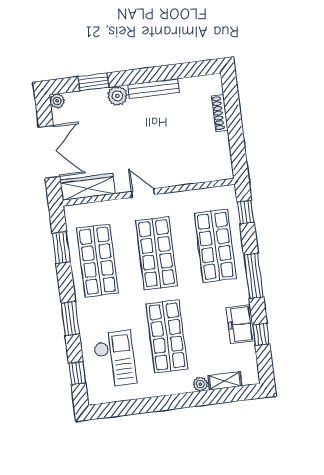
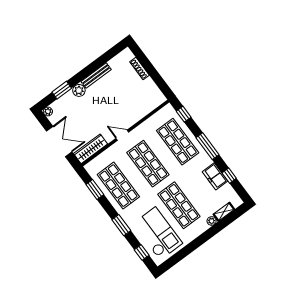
checkout: (115, 359) -> (158, 233), width x1.36, depth x1.21

